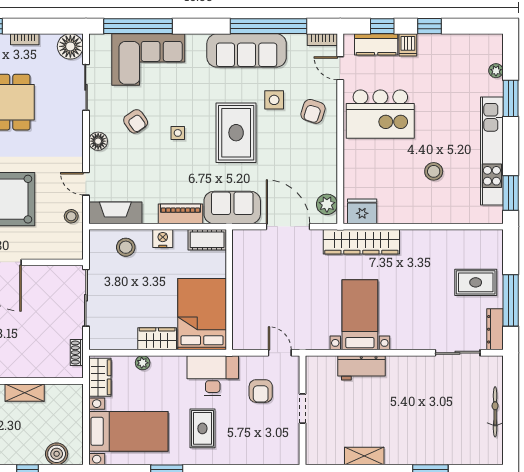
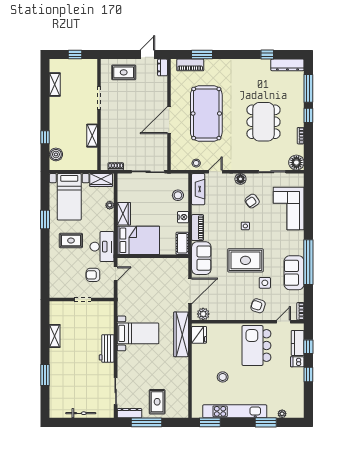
window: (138, 26) -> (308, 202), removed
window: (268, 26) -> (308, 262), moved
sofa: (247, 50) -> (294, 273), width x0.73
door: (280, 353) -> (116, 274), moved
workbench: (362, 368) -> (107, 348), moved

